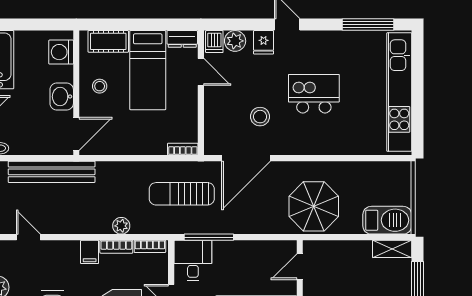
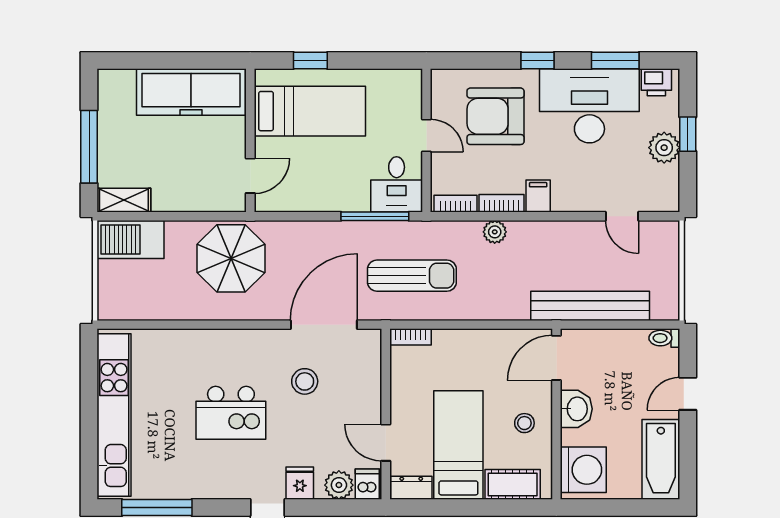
washing machine: (61, 52) -> (583, 470), width x1.37, depth x1.37

